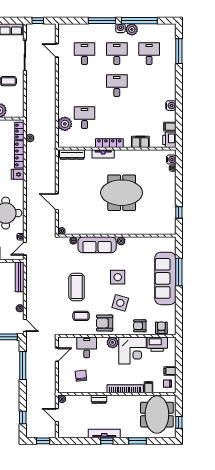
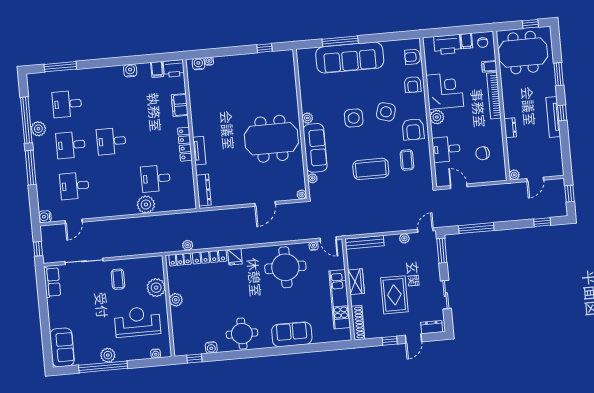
water cooler: (120, 28) -> (45, 217), moved
plant: (65, 124) -> (146, 204), moved
meeting table: (122, 193) -> (271, 139), moved, turned 90
printer: (157, 344) -> (447, 45), moved, turned 90

